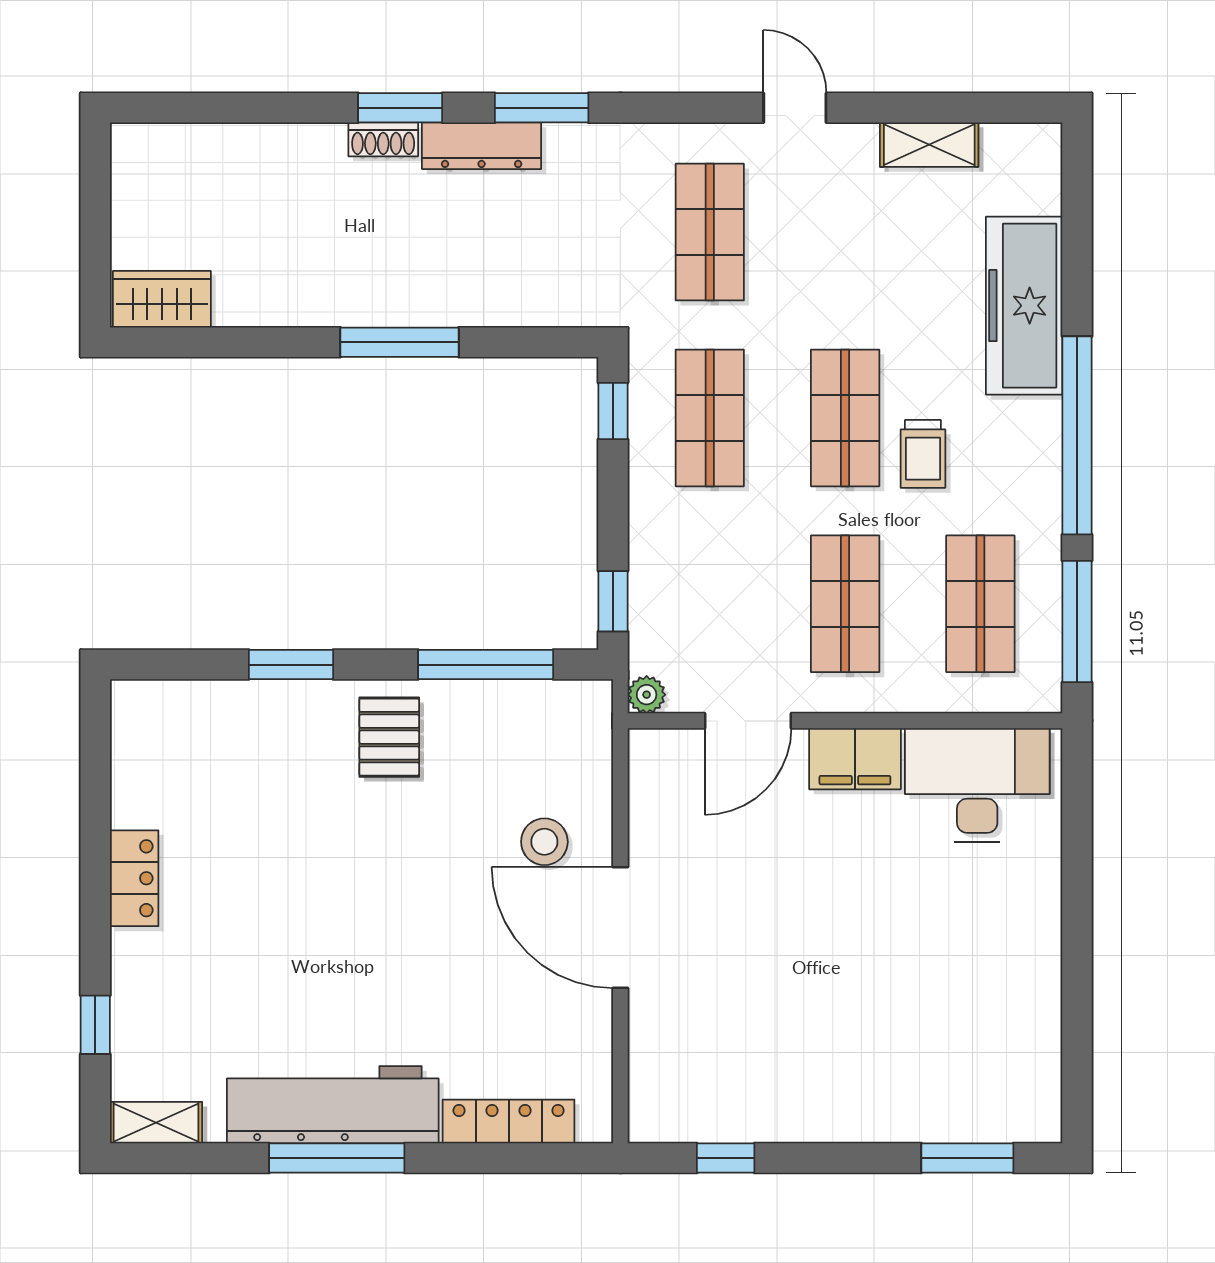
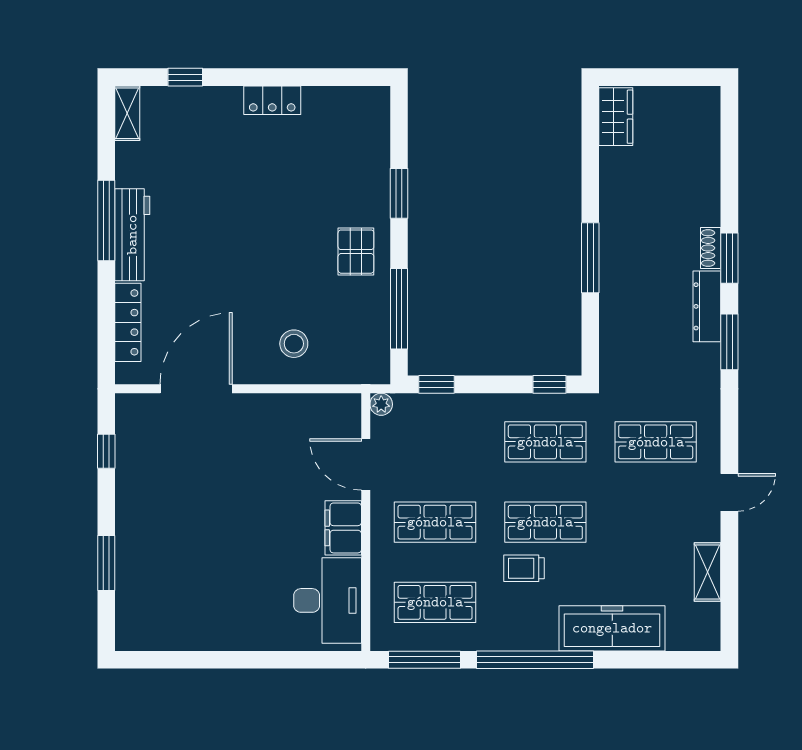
pallet: (389, 737) -> (356, 252), turned 90
door: (620, 927) -> (196, 389), moved
workbench: (333, 1105) -> (132, 235), width x0.73, depth x0.76
window: (967, 1158) -> (106, 563), moved

